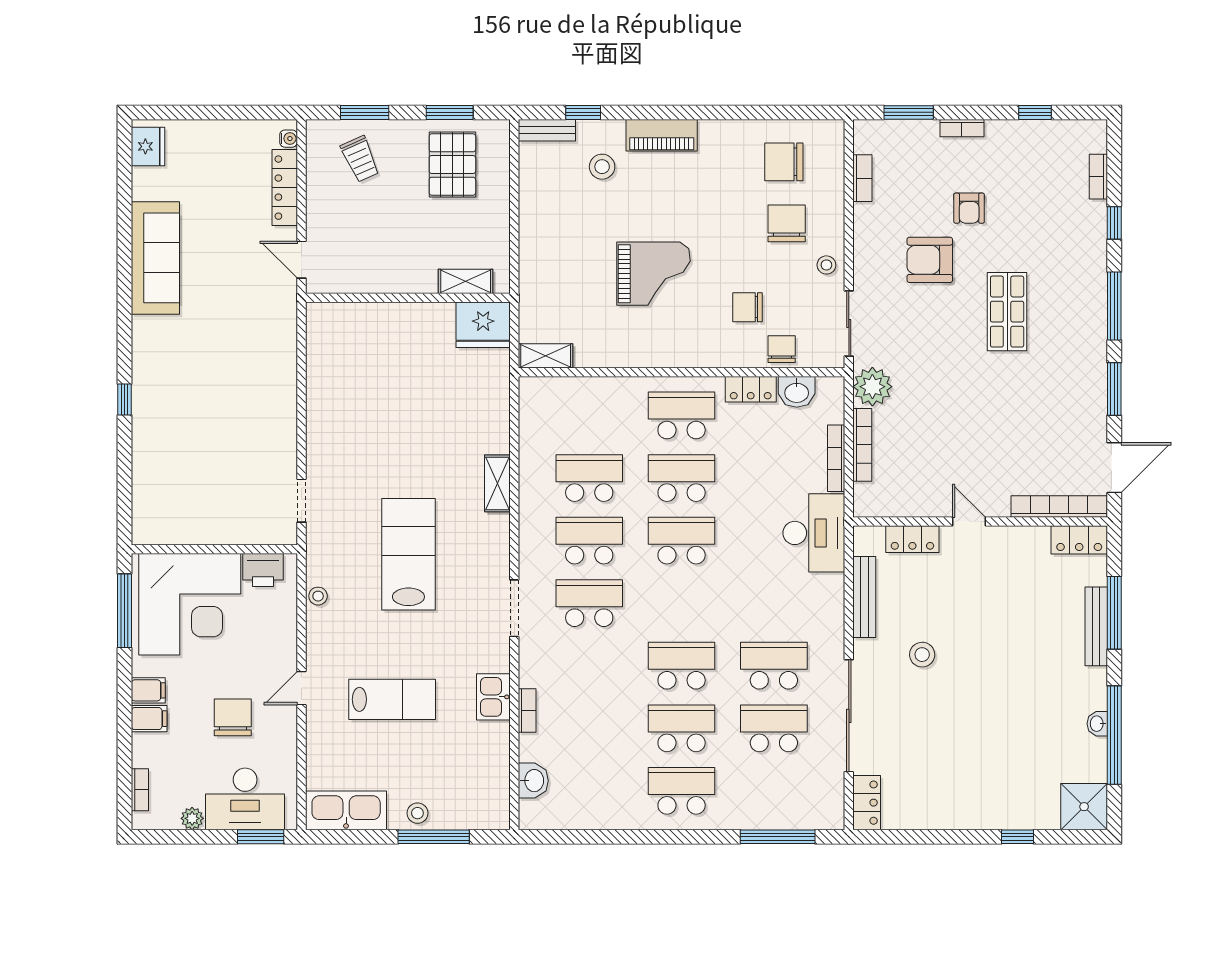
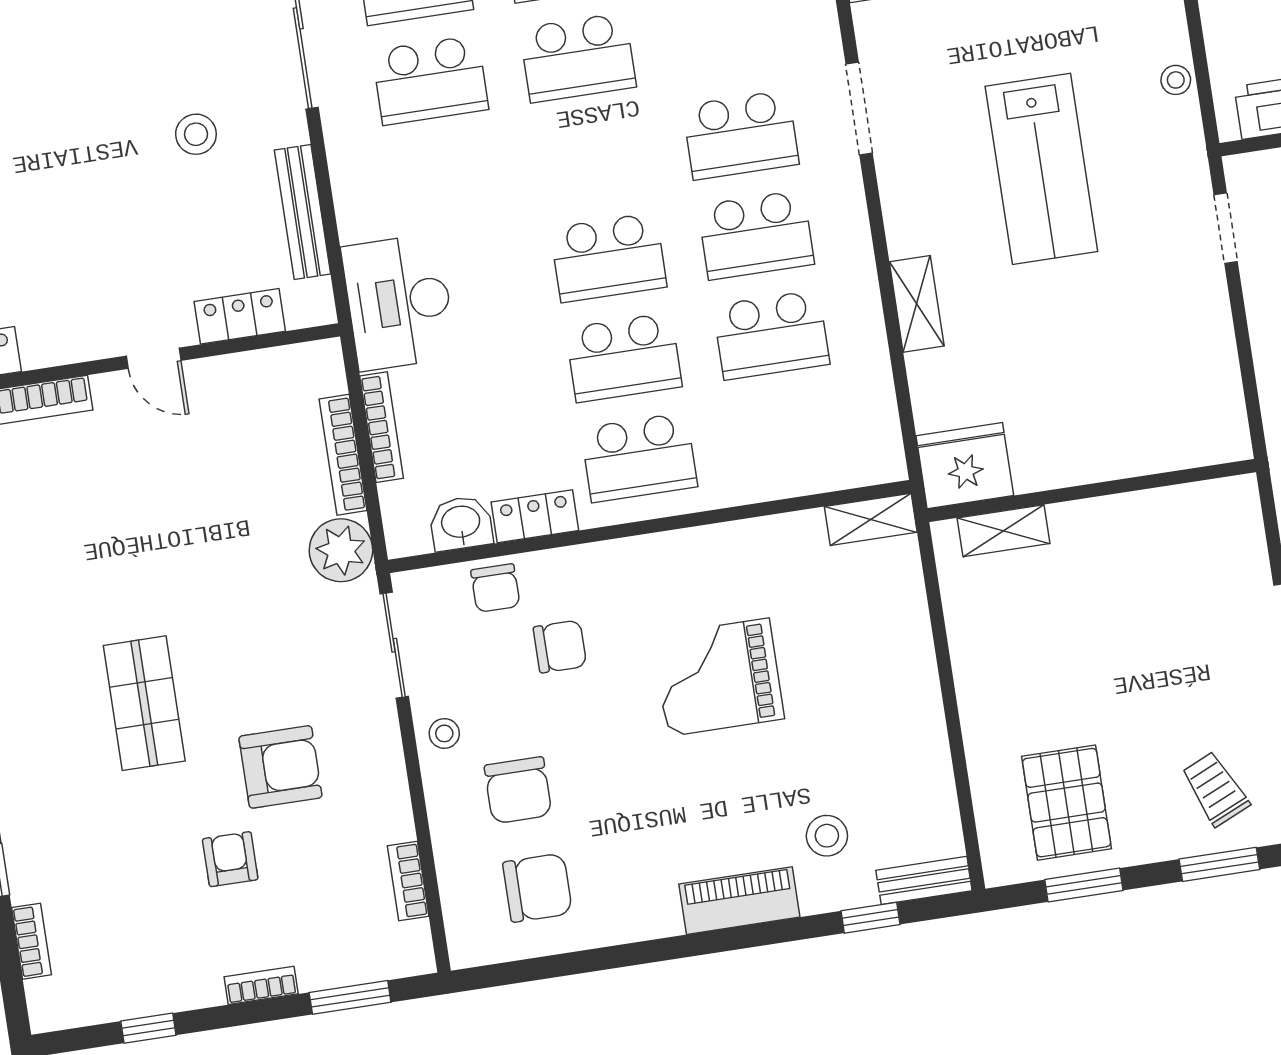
shelving: (466, 281) -> (1003, 531), moved
wall: (408, 298) -> (1092, 490), moved
fridge: (483, 325) -> (965, 466), moved

